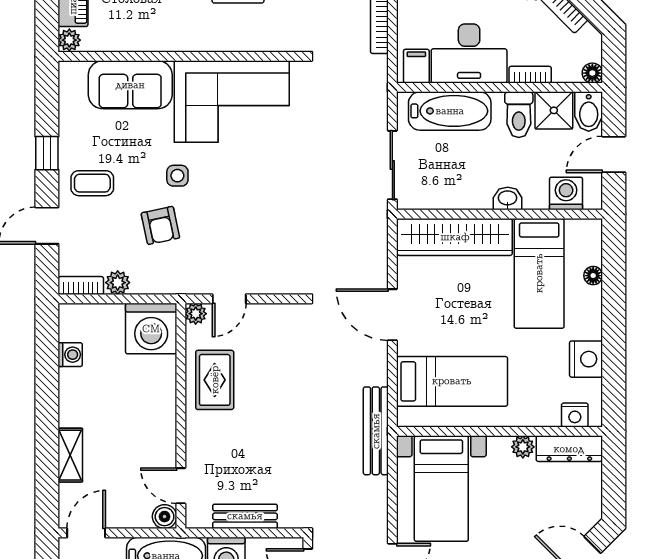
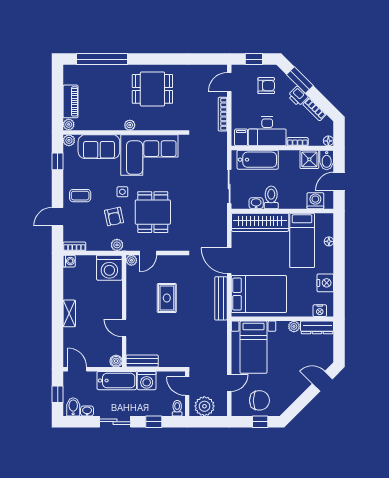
plant: (192, 41) -> (130, 125), added
plant: (70, 72) -> (69, 140), added
toilet: (519, 115) -> (271, 197), moved, turned 180
window: (47, 153) -> (58, 161), moved
washbasin: (508, 199) -> (256, 203), moved
dining table: (239, 216) -> (153, 212), added
plant: (118, 283) -> (117, 245), moved
washing machine: (70, 355) -> (69, 261), moved
rug: (215, 380) -> (167, 298), moved
bed: (452, 381) -> (259, 294), width x1.50
bench: (376, 431) -> (221, 298), moved
shelving: (70, 455) -> (69, 313), moved
door: (181, 486) -> (124, 328), moved
bench: (245, 516) -> (142, 361), moved
door: (86, 533) -> (77, 369), hinge flipped

